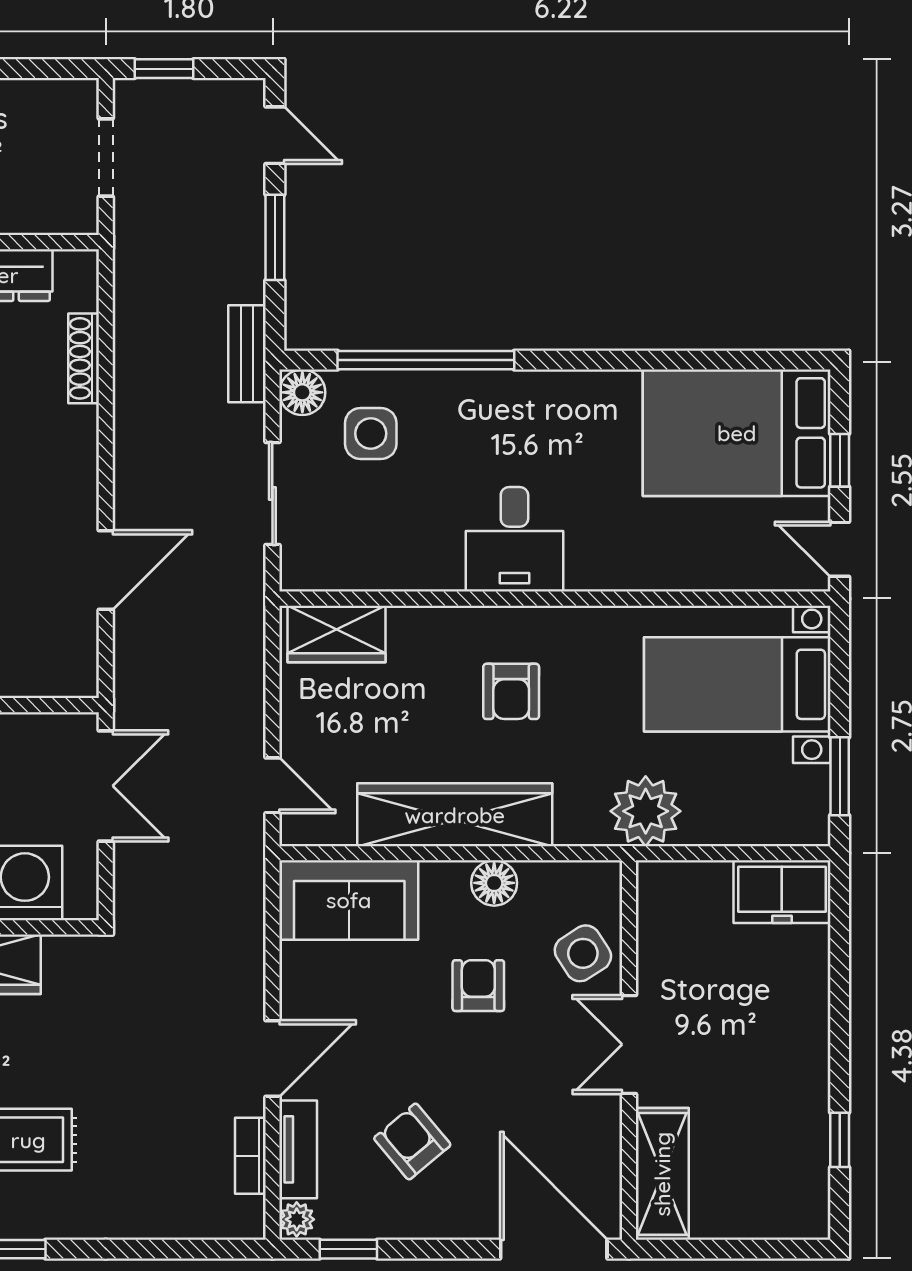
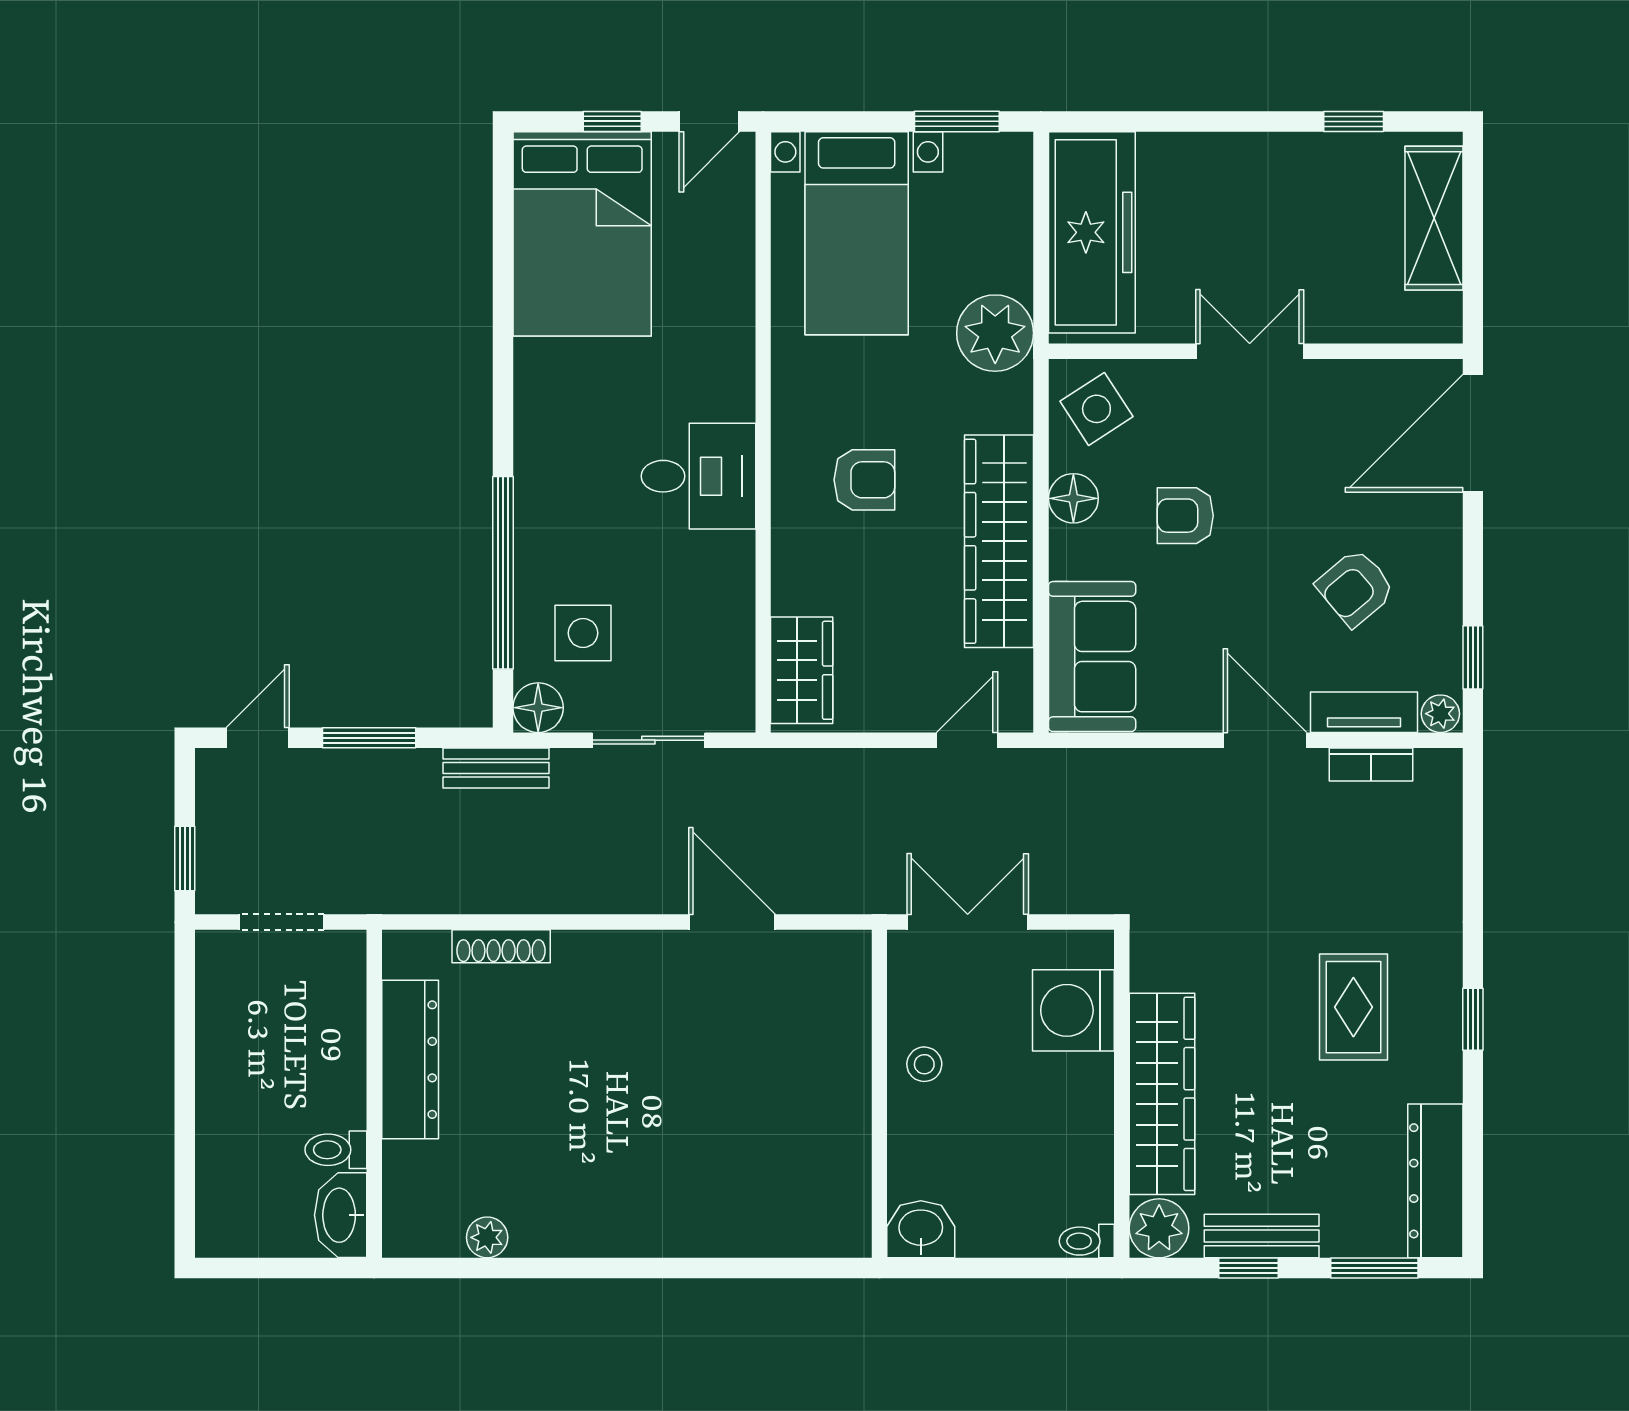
freezer: (782, 892) -> (1092, 232), width x1.91, depth x1.26
side table: (583, 953) -> (1096, 409), moved
double door: (629, 1044) -> (1250, 351), swing flipped
shelving: (662, 1174) -> (1434, 218), moved, turned 90

